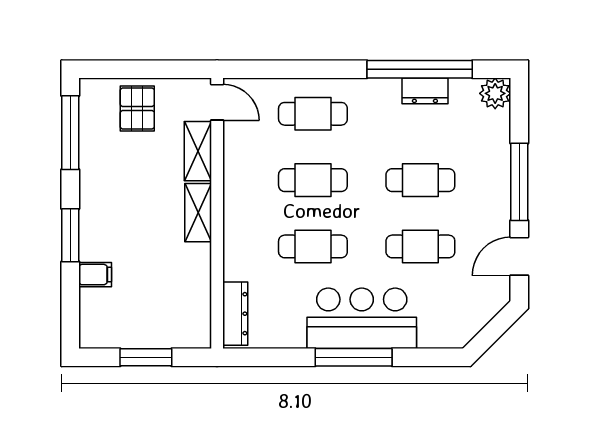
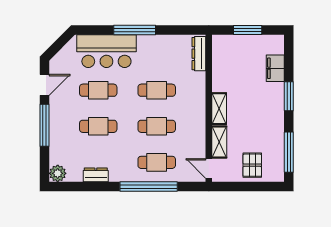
window: (420, 69) -> (149, 187), moved
filing cabinet: (95, 275) -> (275, 68), width x2.00
bar counter: (362, 318) -> (106, 51), moved

